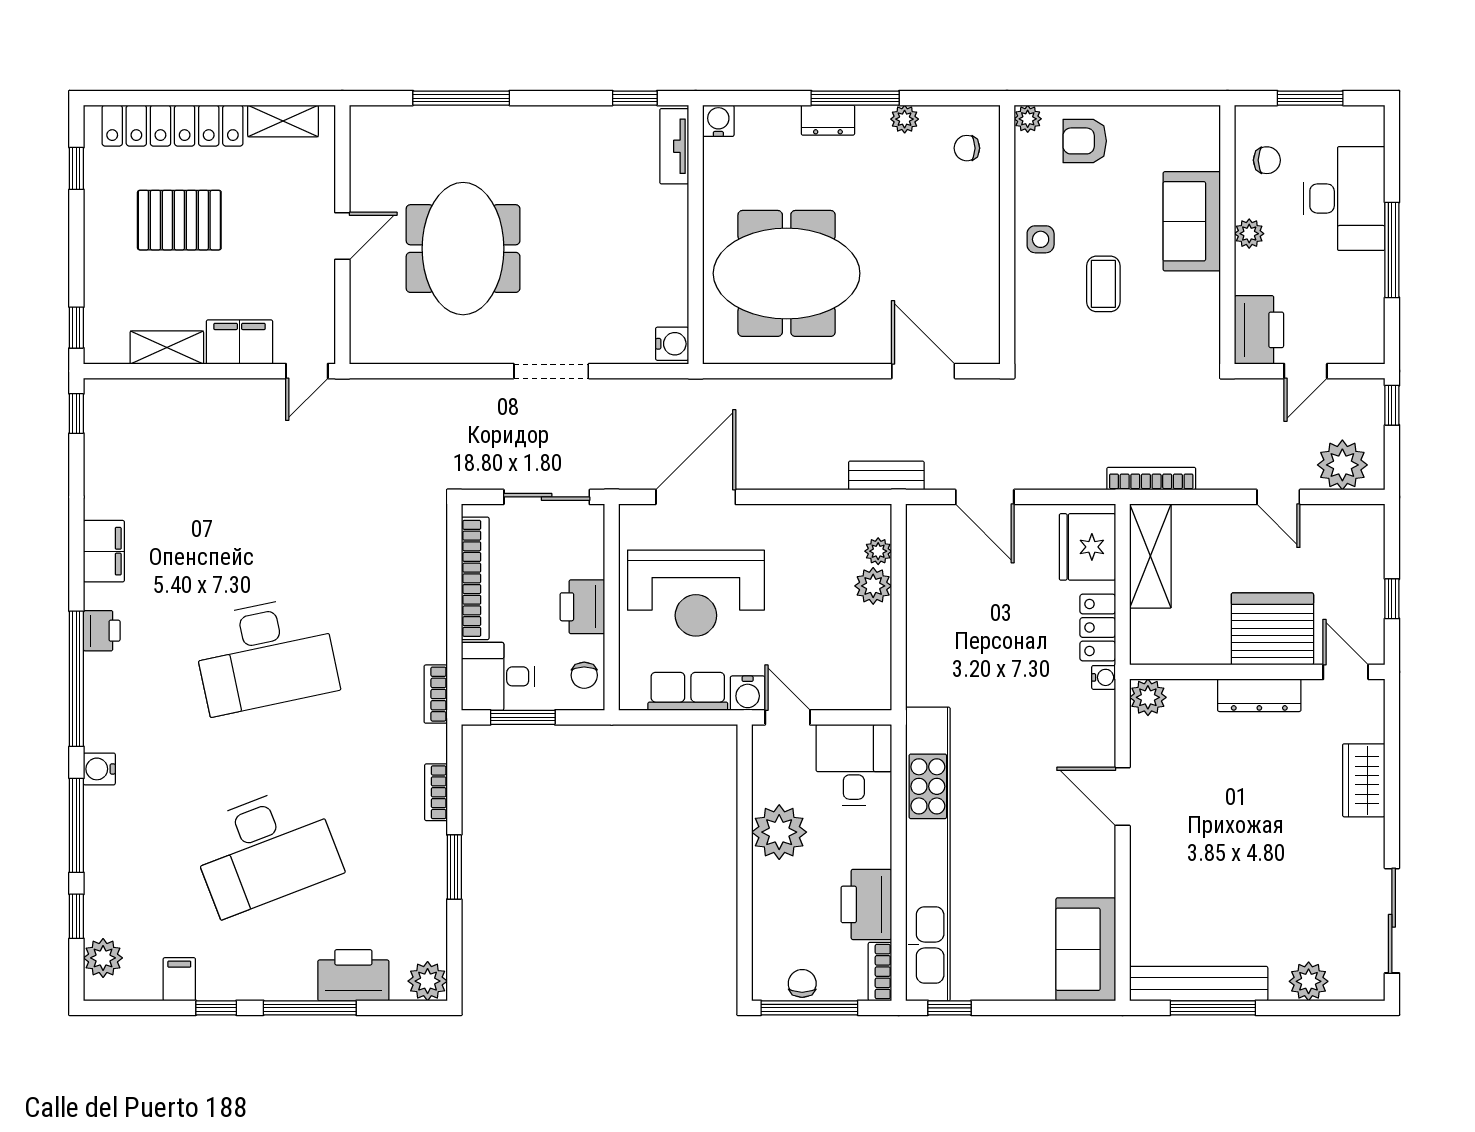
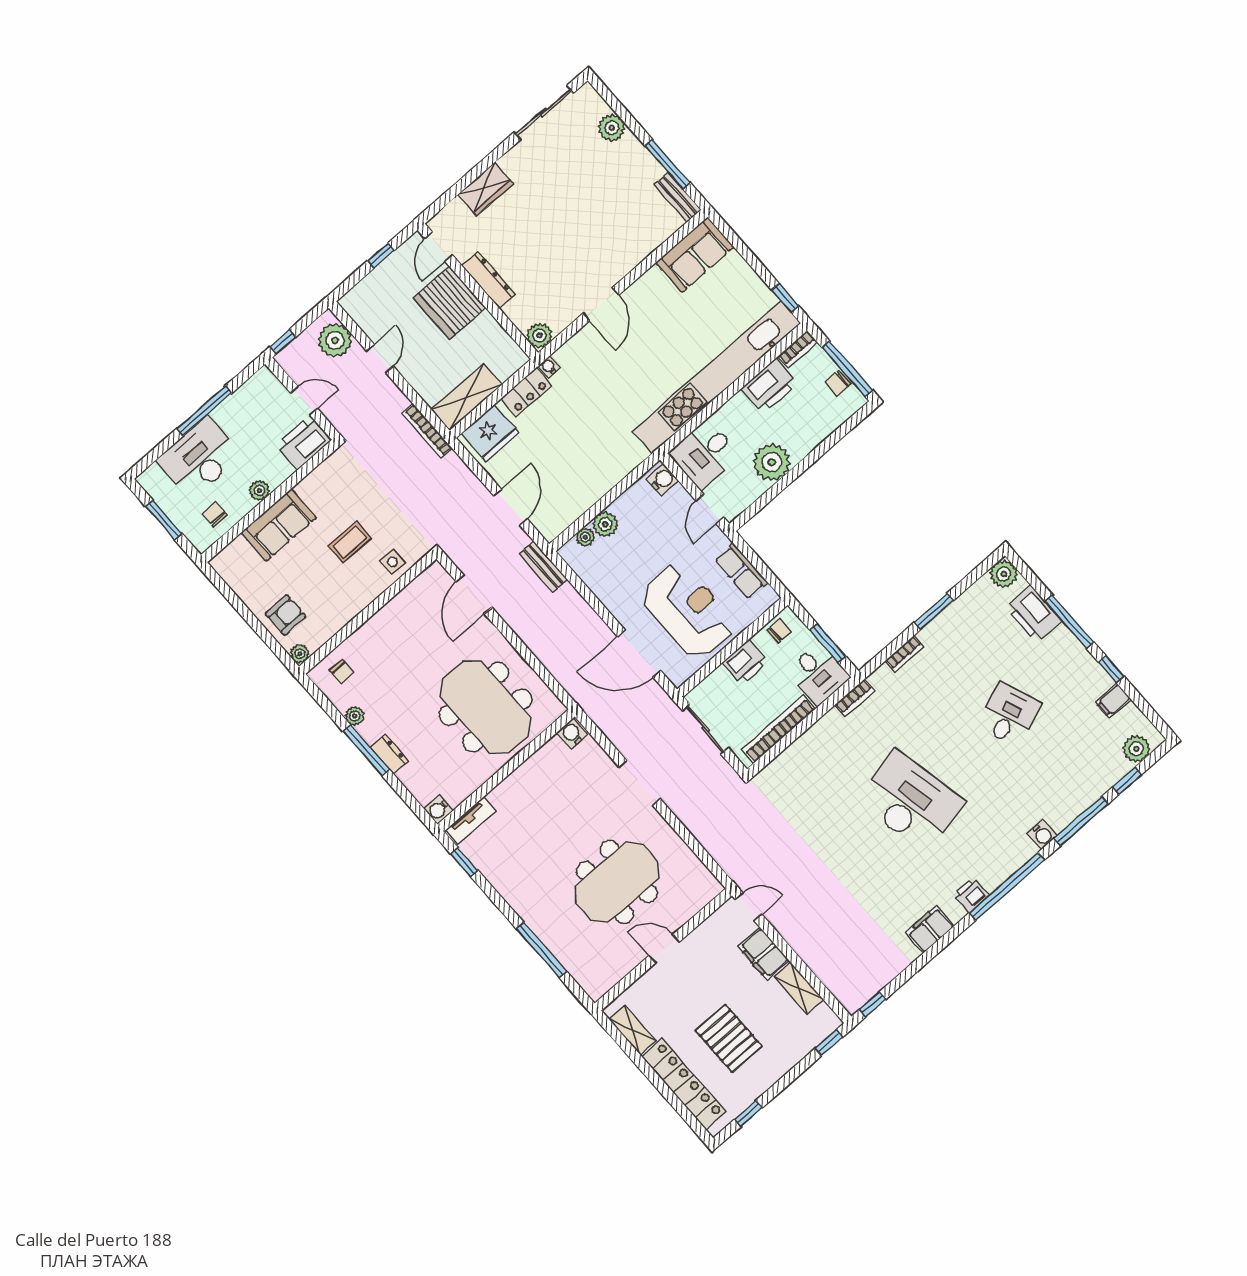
armchair: (1085, 141) -> (286, 615), turned -90
side table: (1041, 239) -> (392, 562), moved
water cooler: (748, 693) -> (662, 480), moved
desk: (265, 850) -> (1009, 715), width x0.53, depth x0.77
bench: (1199, 984) -> (678, 197), width x0.54, depth x0.82

